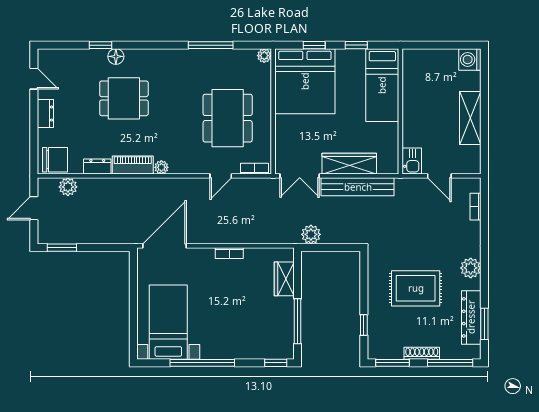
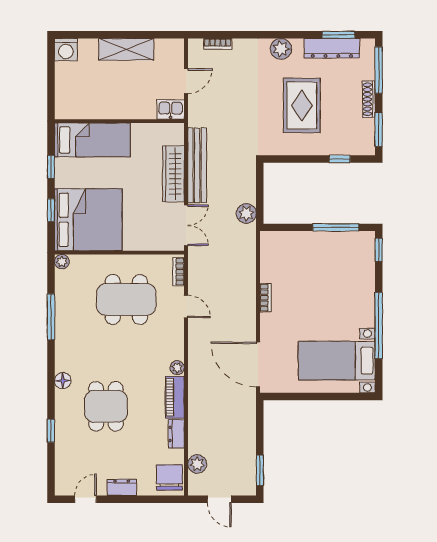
floor lamp: (116, 56) -> (63, 381), moved
wardrobe: (284, 279) -> (292, 241), removed

